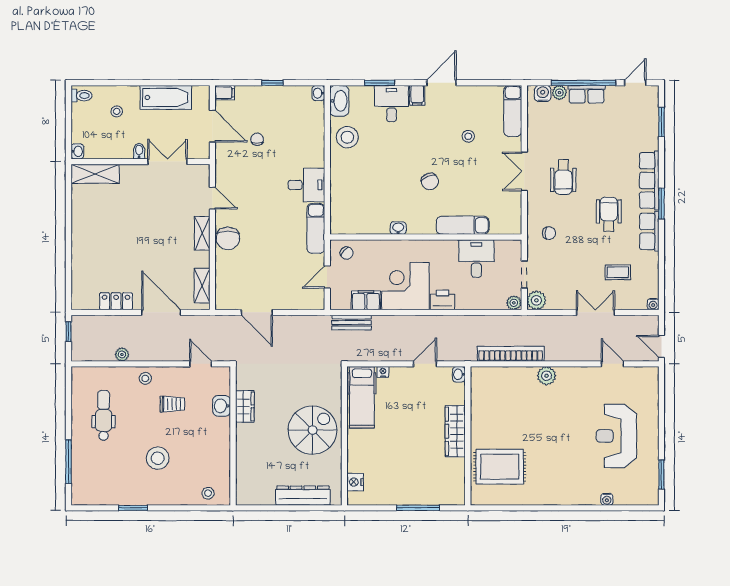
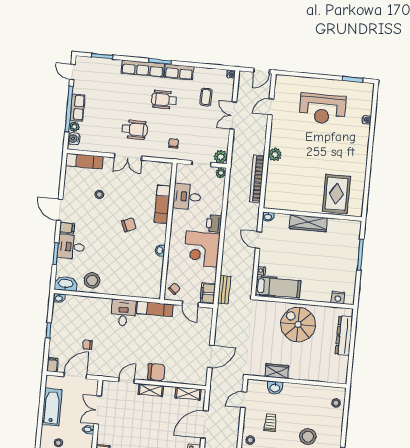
filing cabinet: (366, 300) -> (208, 293), moved

